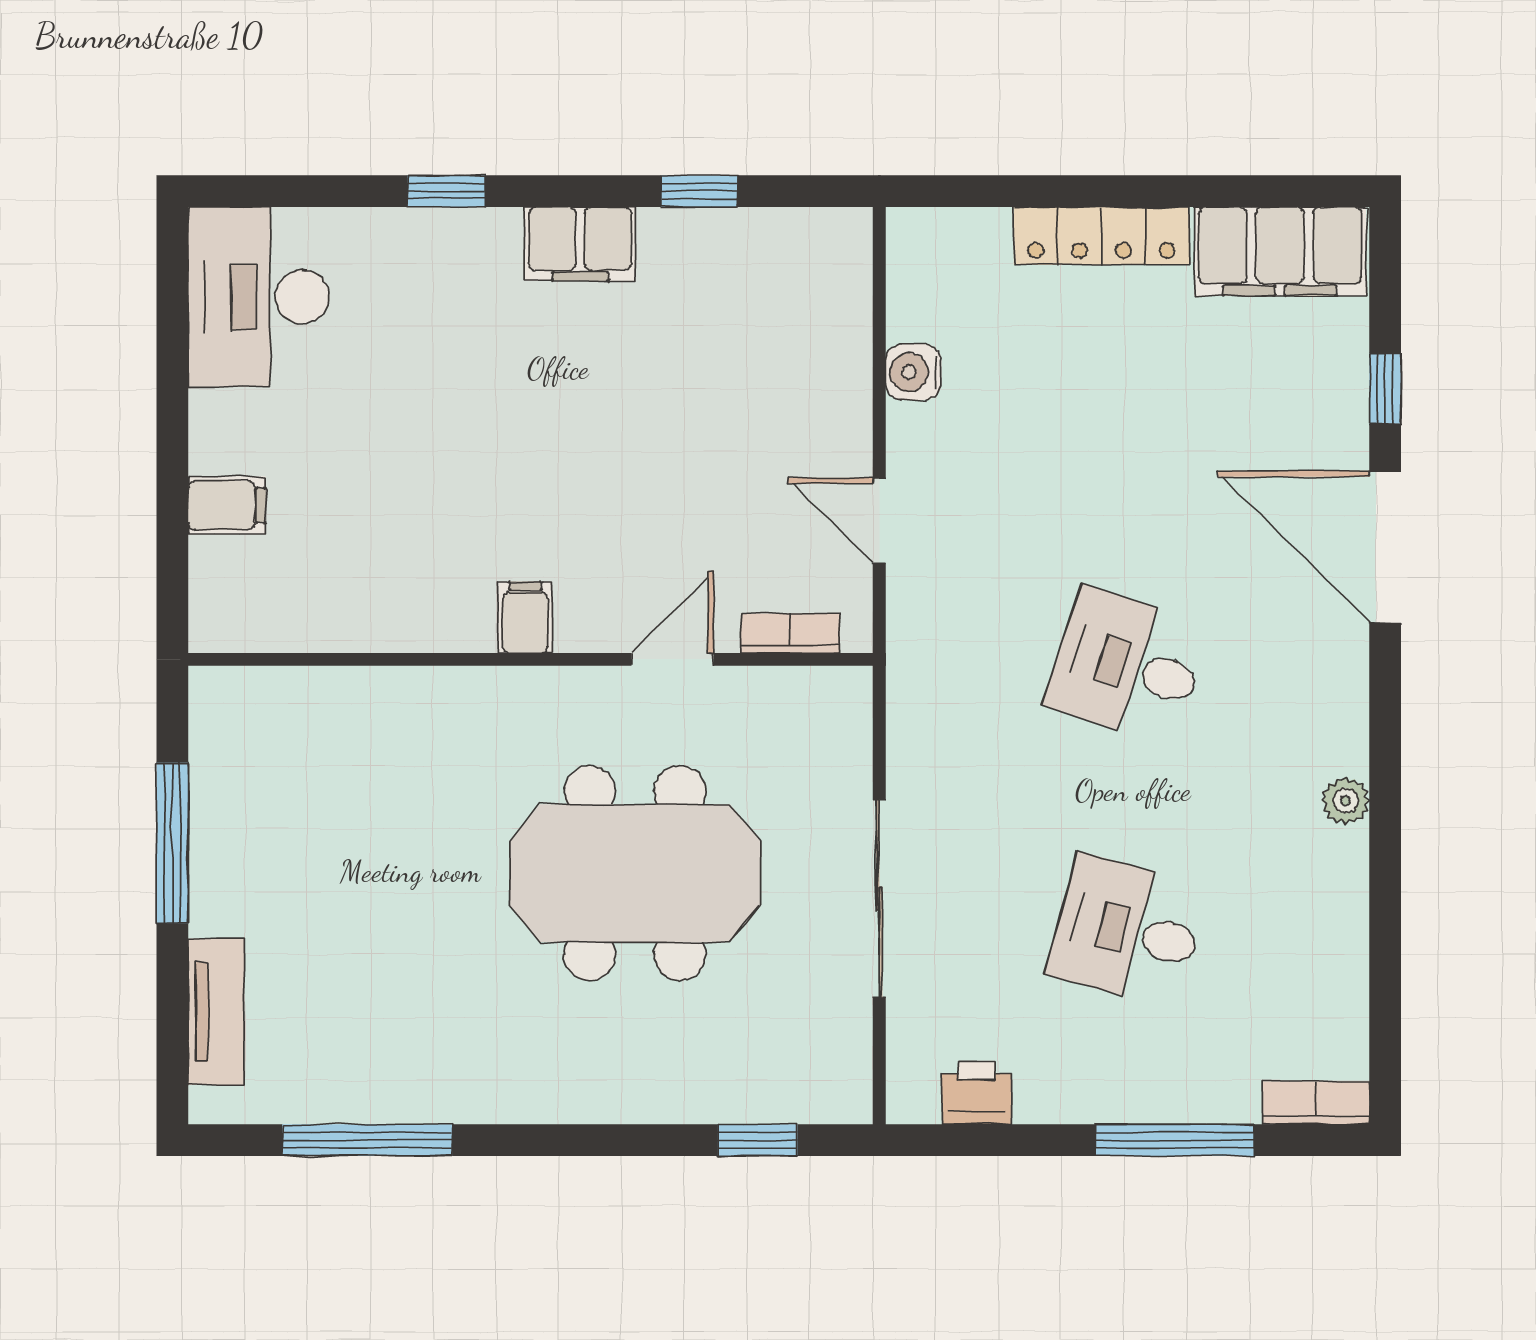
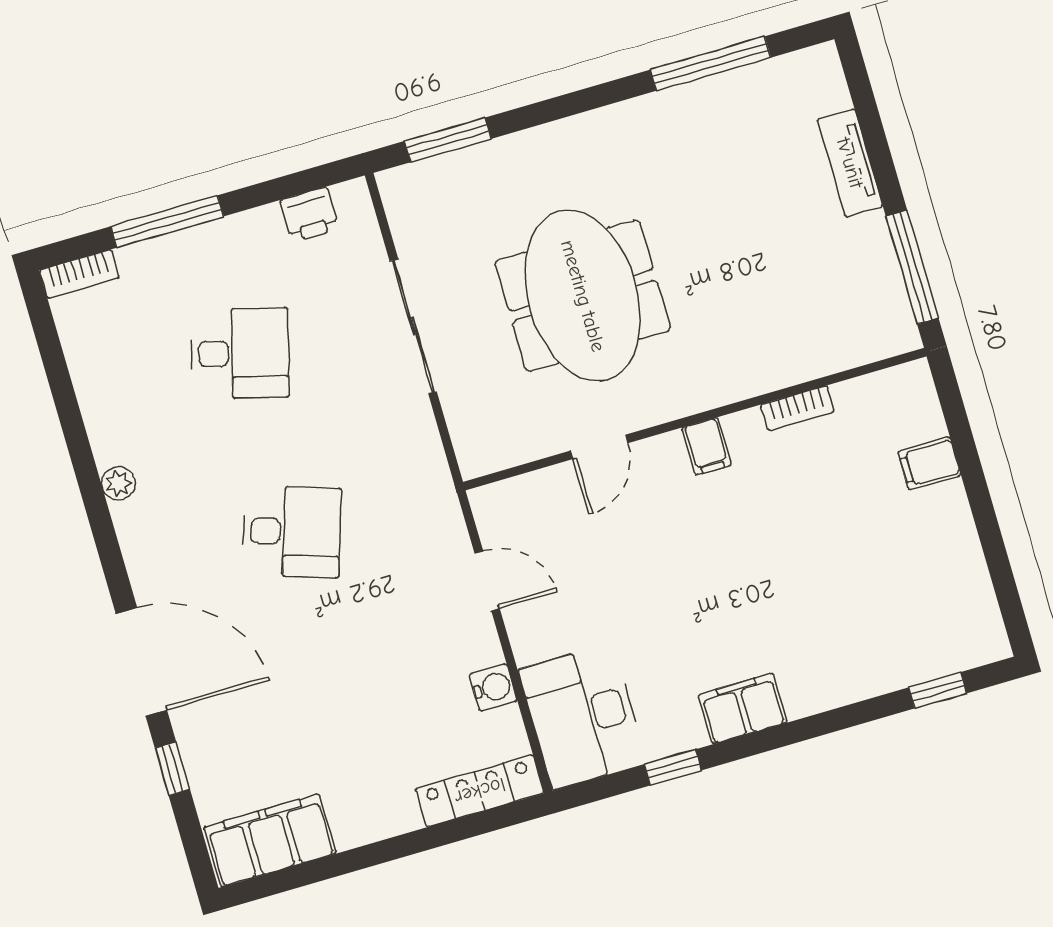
window: (446, 191) -> (938, 690), moved
locker: (1101, 236) -> (480, 791), moved
desk: (259, 297) -> (583, 716), moved, turned 180
bookcase: (790, 633) -> (797, 408), moved
window: (172, 843) -> (912, 267), moved
meeting table: (635, 873) -> (583, 296), turned 90
tv unit: (216, 1012) -> (850, 163), moved
window: (758, 1140) -> (448, 140), width x1.50

